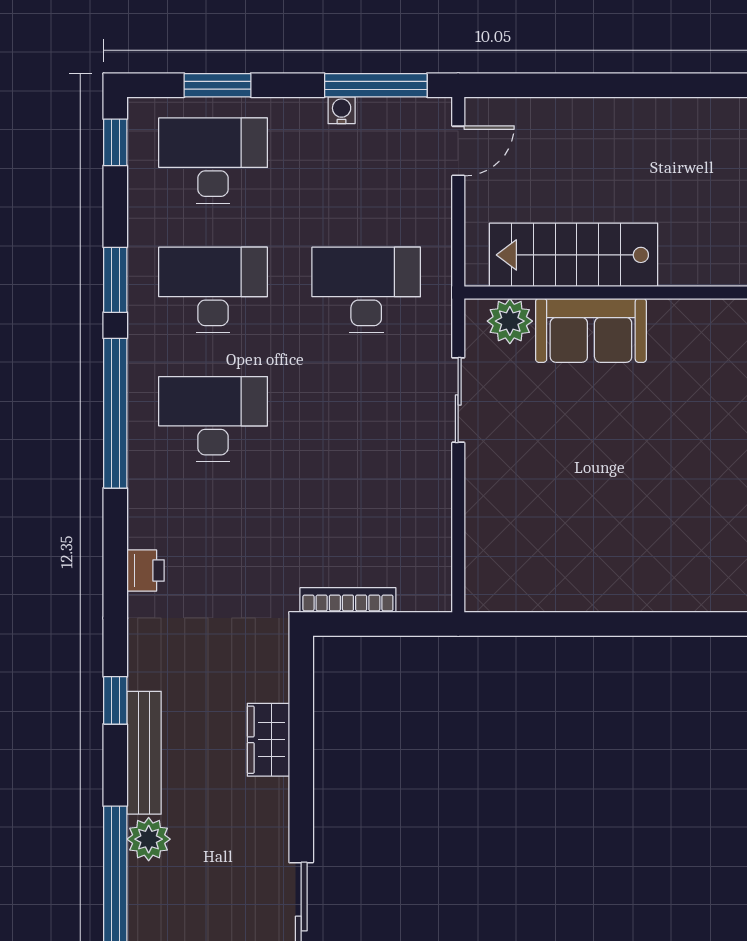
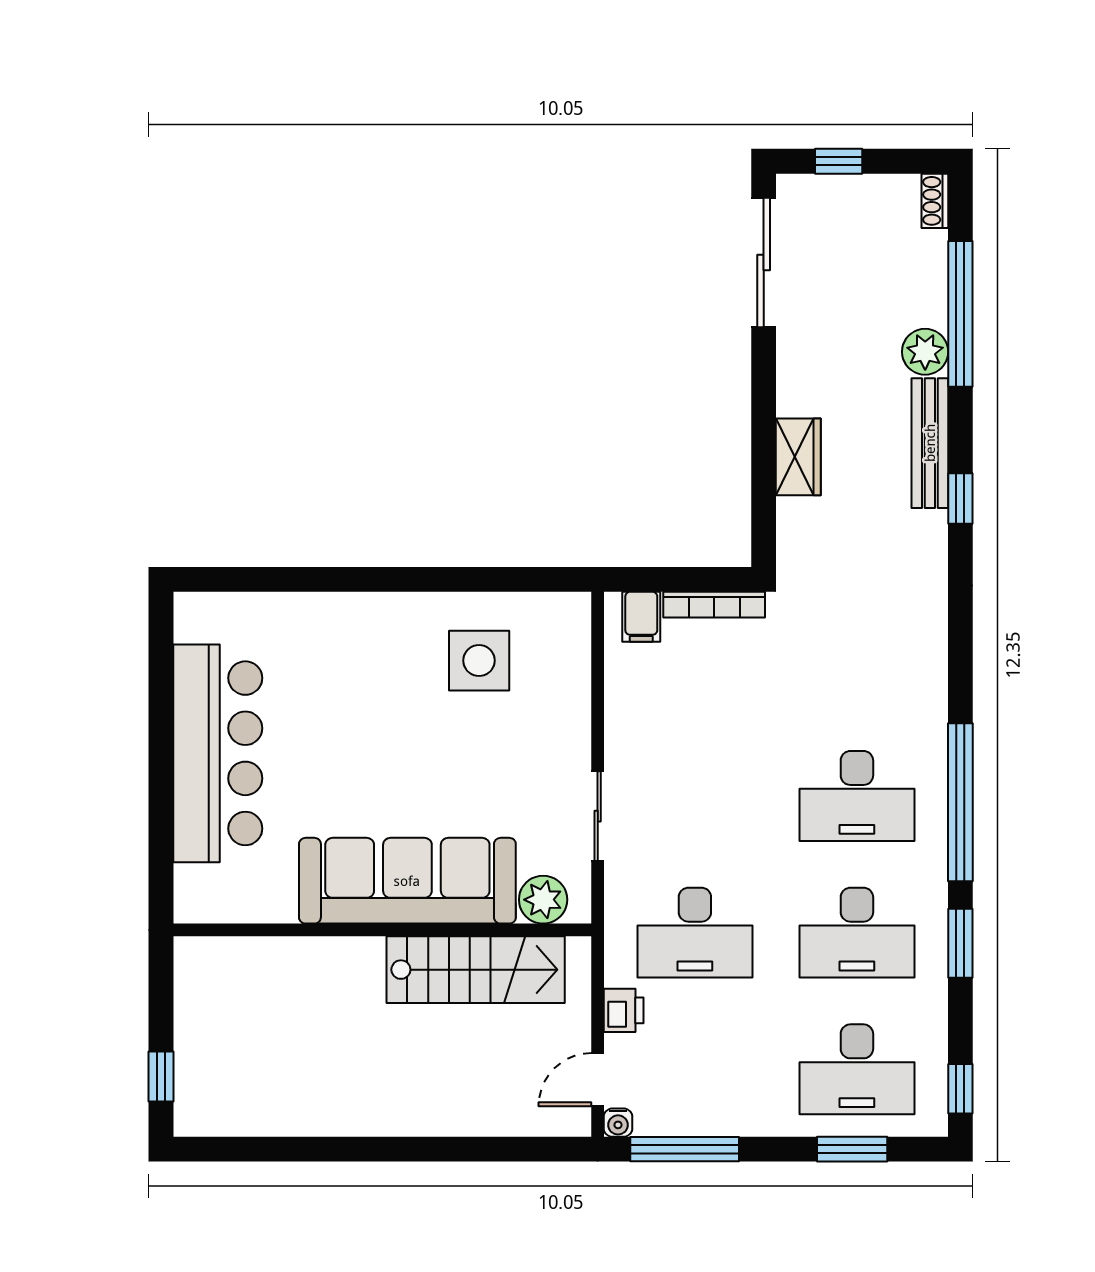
water cooler: (342, 110) -> (618, 1123), moved
sofa: (591, 330) -> (407, 881), width x1.85, depth x1.27
side table: (570, 547) -> (479, 661), added
printer: (145, 571) -> (624, 1010), moved, turned 180
filing cabinet: (417, 588) -> (641, 617), added

